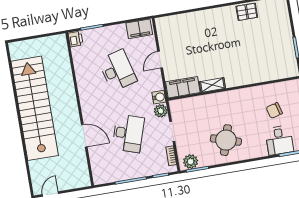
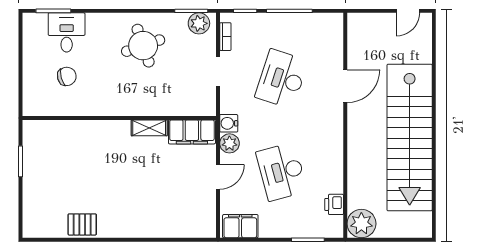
printer: (76, 39) -> (334, 204), moved
plant: (57, 44) -> (361, 224), added
plant: (161, 111) -> (229, 143), moved
door: (84, 136) -> (345, 86), swing flipped
round table: (226, 140) -> (143, 46), turned -36

